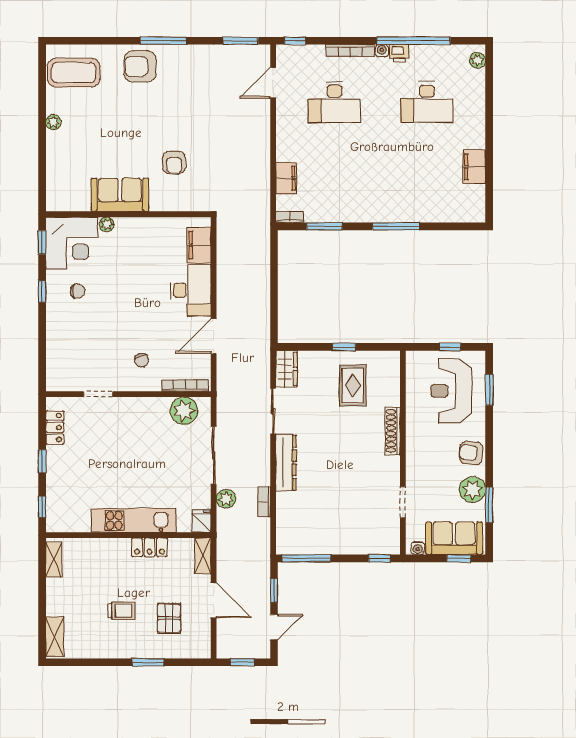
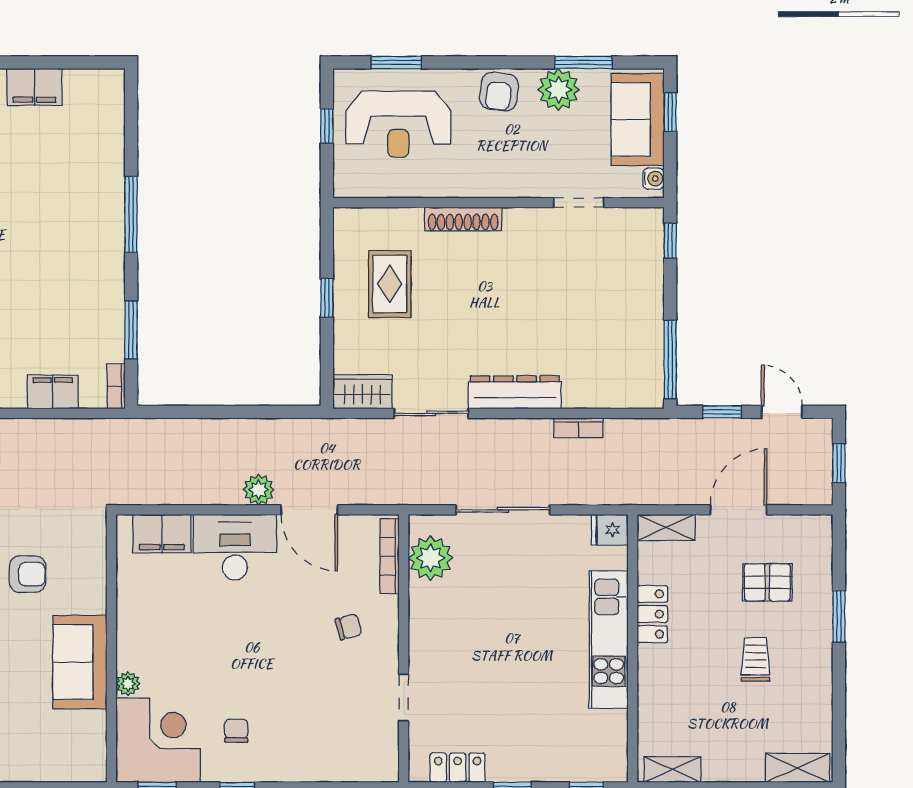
rug: (353, 386) -> (390, 284), turned 90
plant: (226, 499) -> (259, 490), moved

